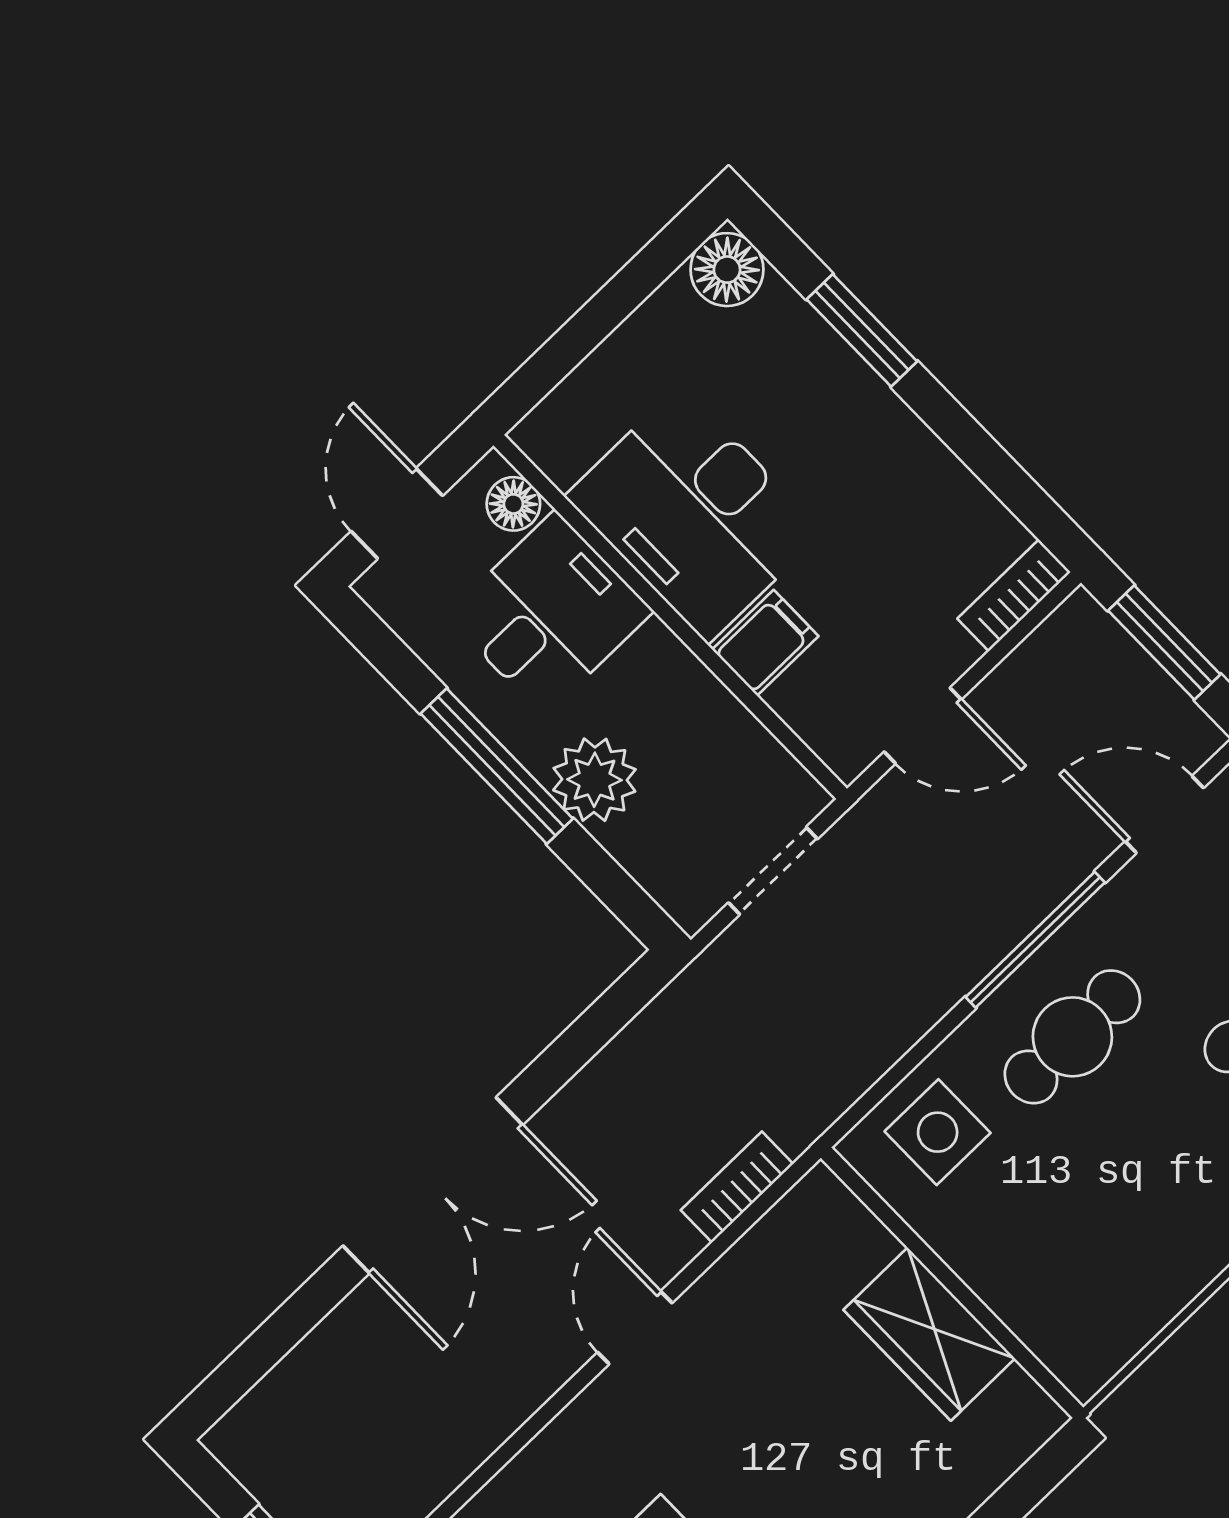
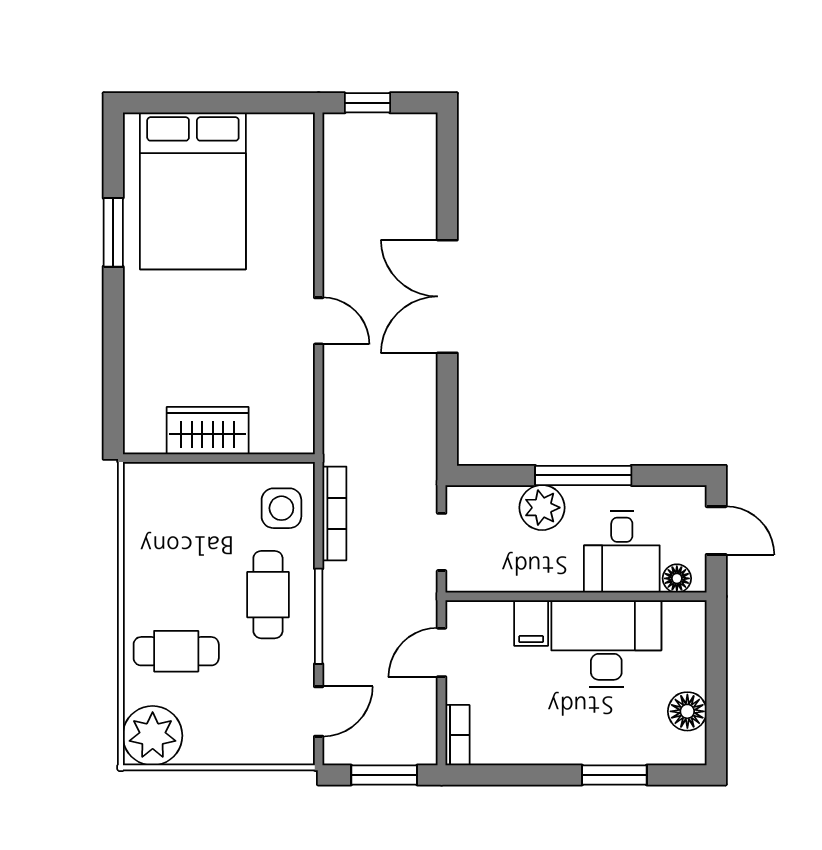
floor lamp: (727, 270) -> (687, 711), moved
bookcase: (737, 1187) -> (334, 513), moved, width x1.56

